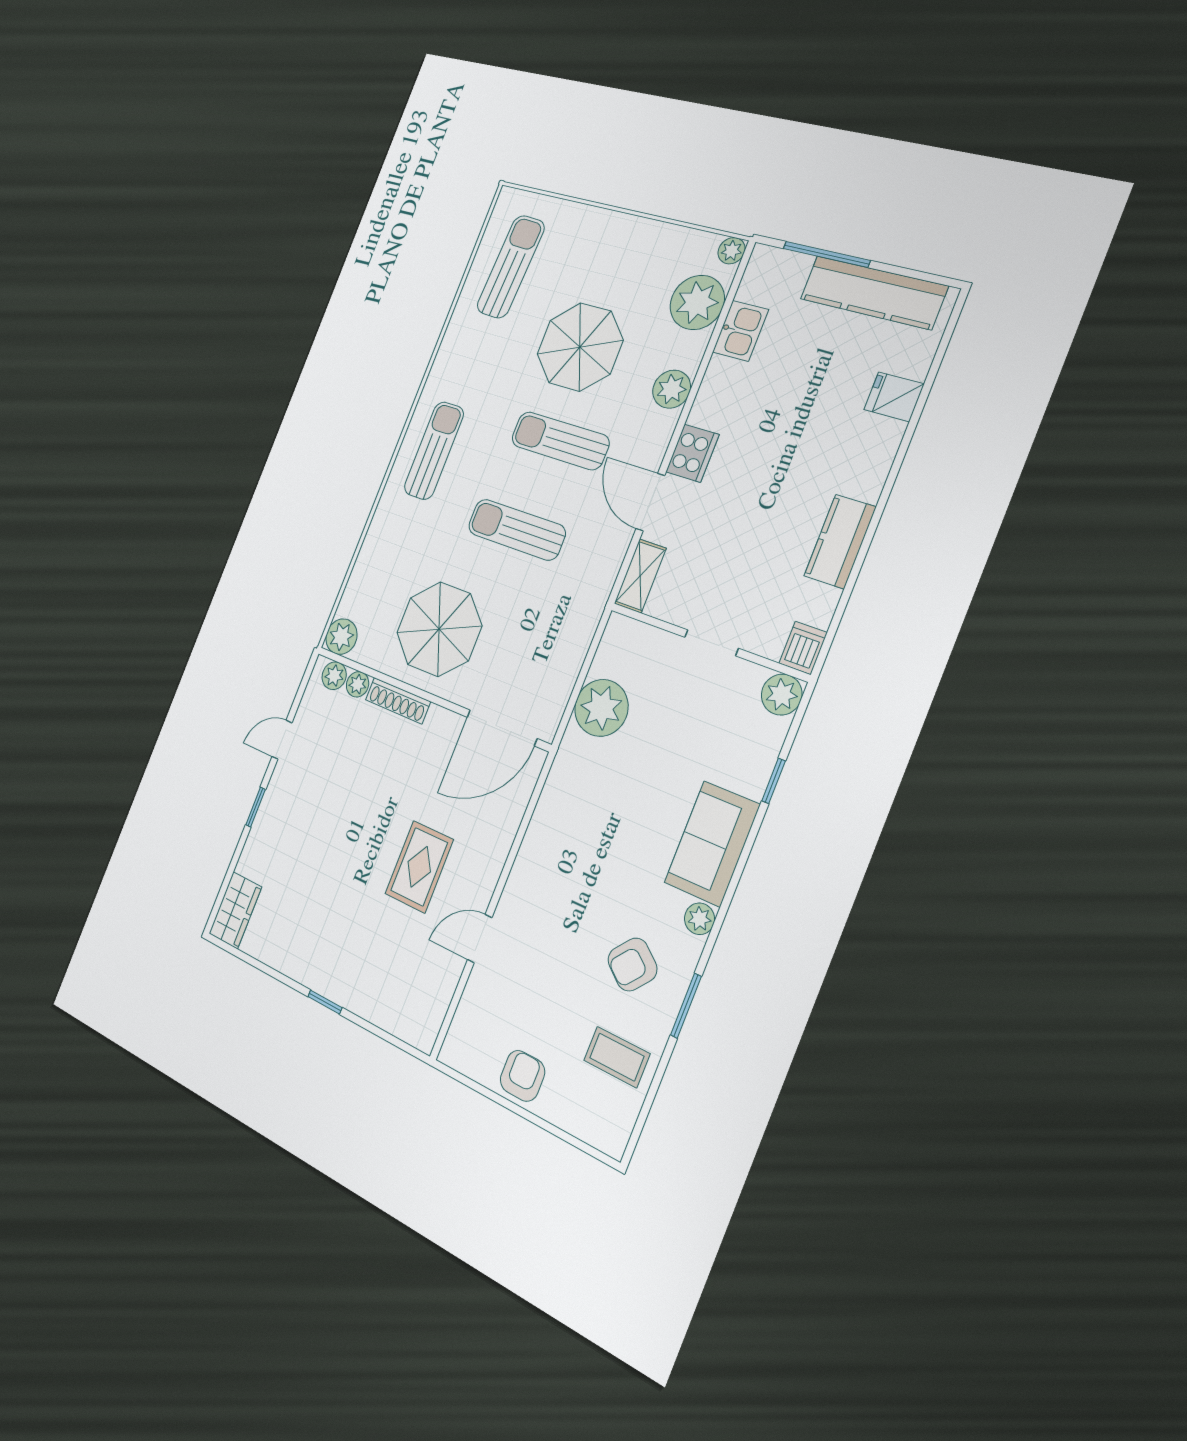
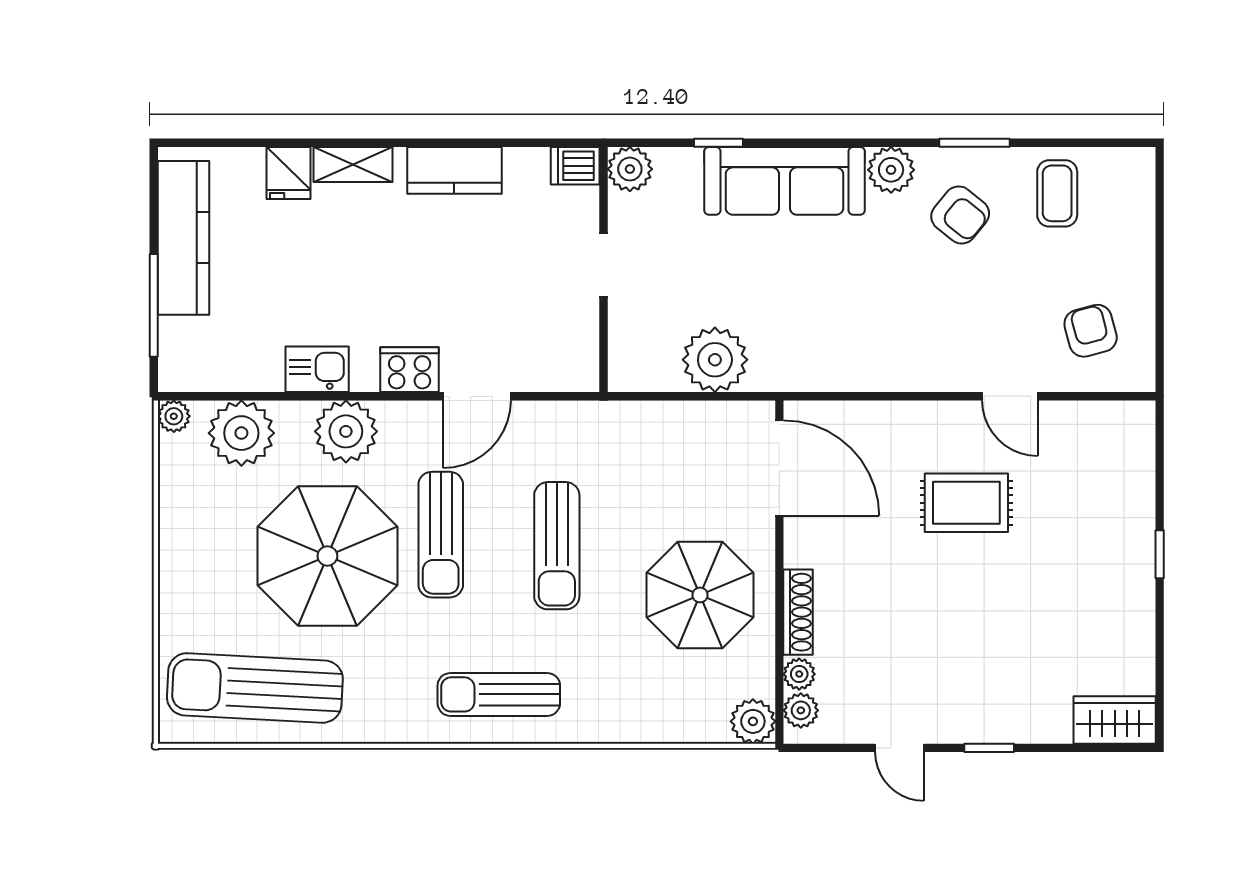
sun lounger: (511, 267) -> (255, 688), width x1.36, depth x1.34
kitchen sink: (740, 331) -> (317, 369), moved
parasol: (580, 347) -> (327, 556), width x1.36, depth x1.36
plant: (672, 389) -> (346, 431), width x1.36, depth x1.36
shelving: (640, 576) -> (353, 164), moved
sofa: (712, 844) -> (784, 181), width x1.36
plant: (699, 919) -> (891, 170), width x1.38, depth x1.38
armchair: (522, 1076) -> (1091, 331), moved, turned 75

